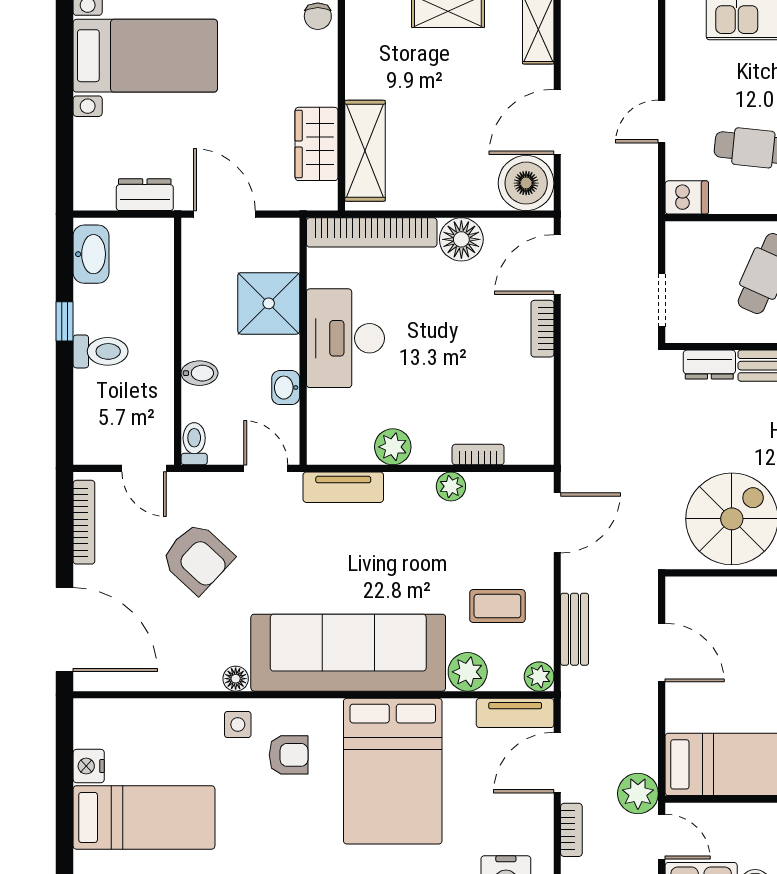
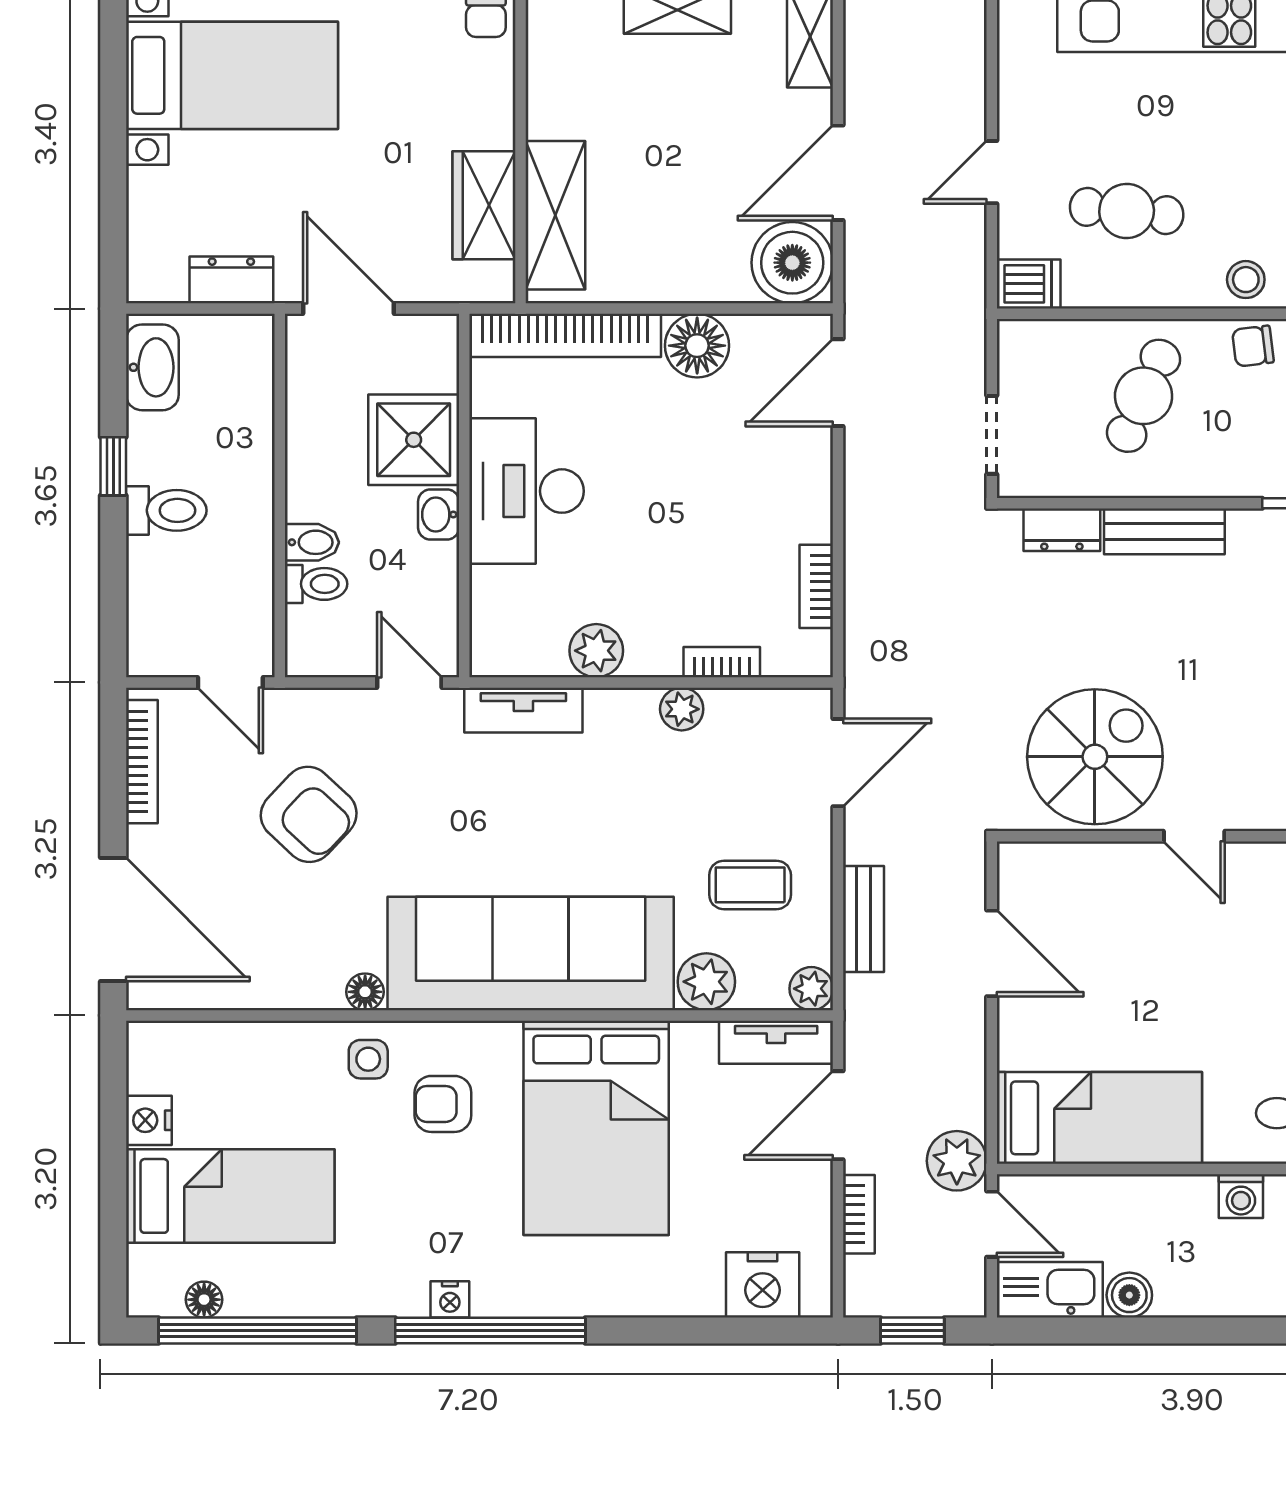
bookcase: (542, 329) -> (816, 586), moved
washbasin: (286, 388) -> (439, 515), moved
toilet: (194, 444) -> (316, 584), moved, turned 90
armchair: (289, 755) -> (443, 1104), turned 180

